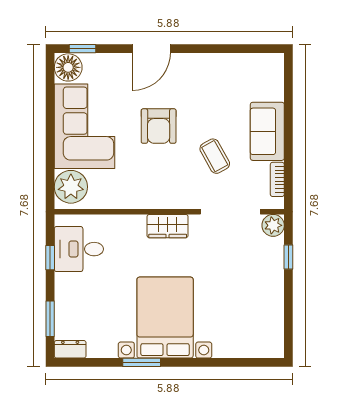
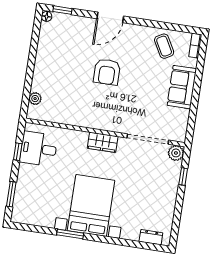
floor lamp: (68, 67) -> (47, 16), width x0.53, depth x0.53
corner sofa: (85, 126) -> (56, 64), removed
coffee table: (215, 156) -> (164, 46), moved
bookcase: (277, 179) -> (195, 46), moved
plant: (71, 187) -> (35, 99), width x0.53, depth x0.53
dresser: (70, 349) -> (151, 237), moved

